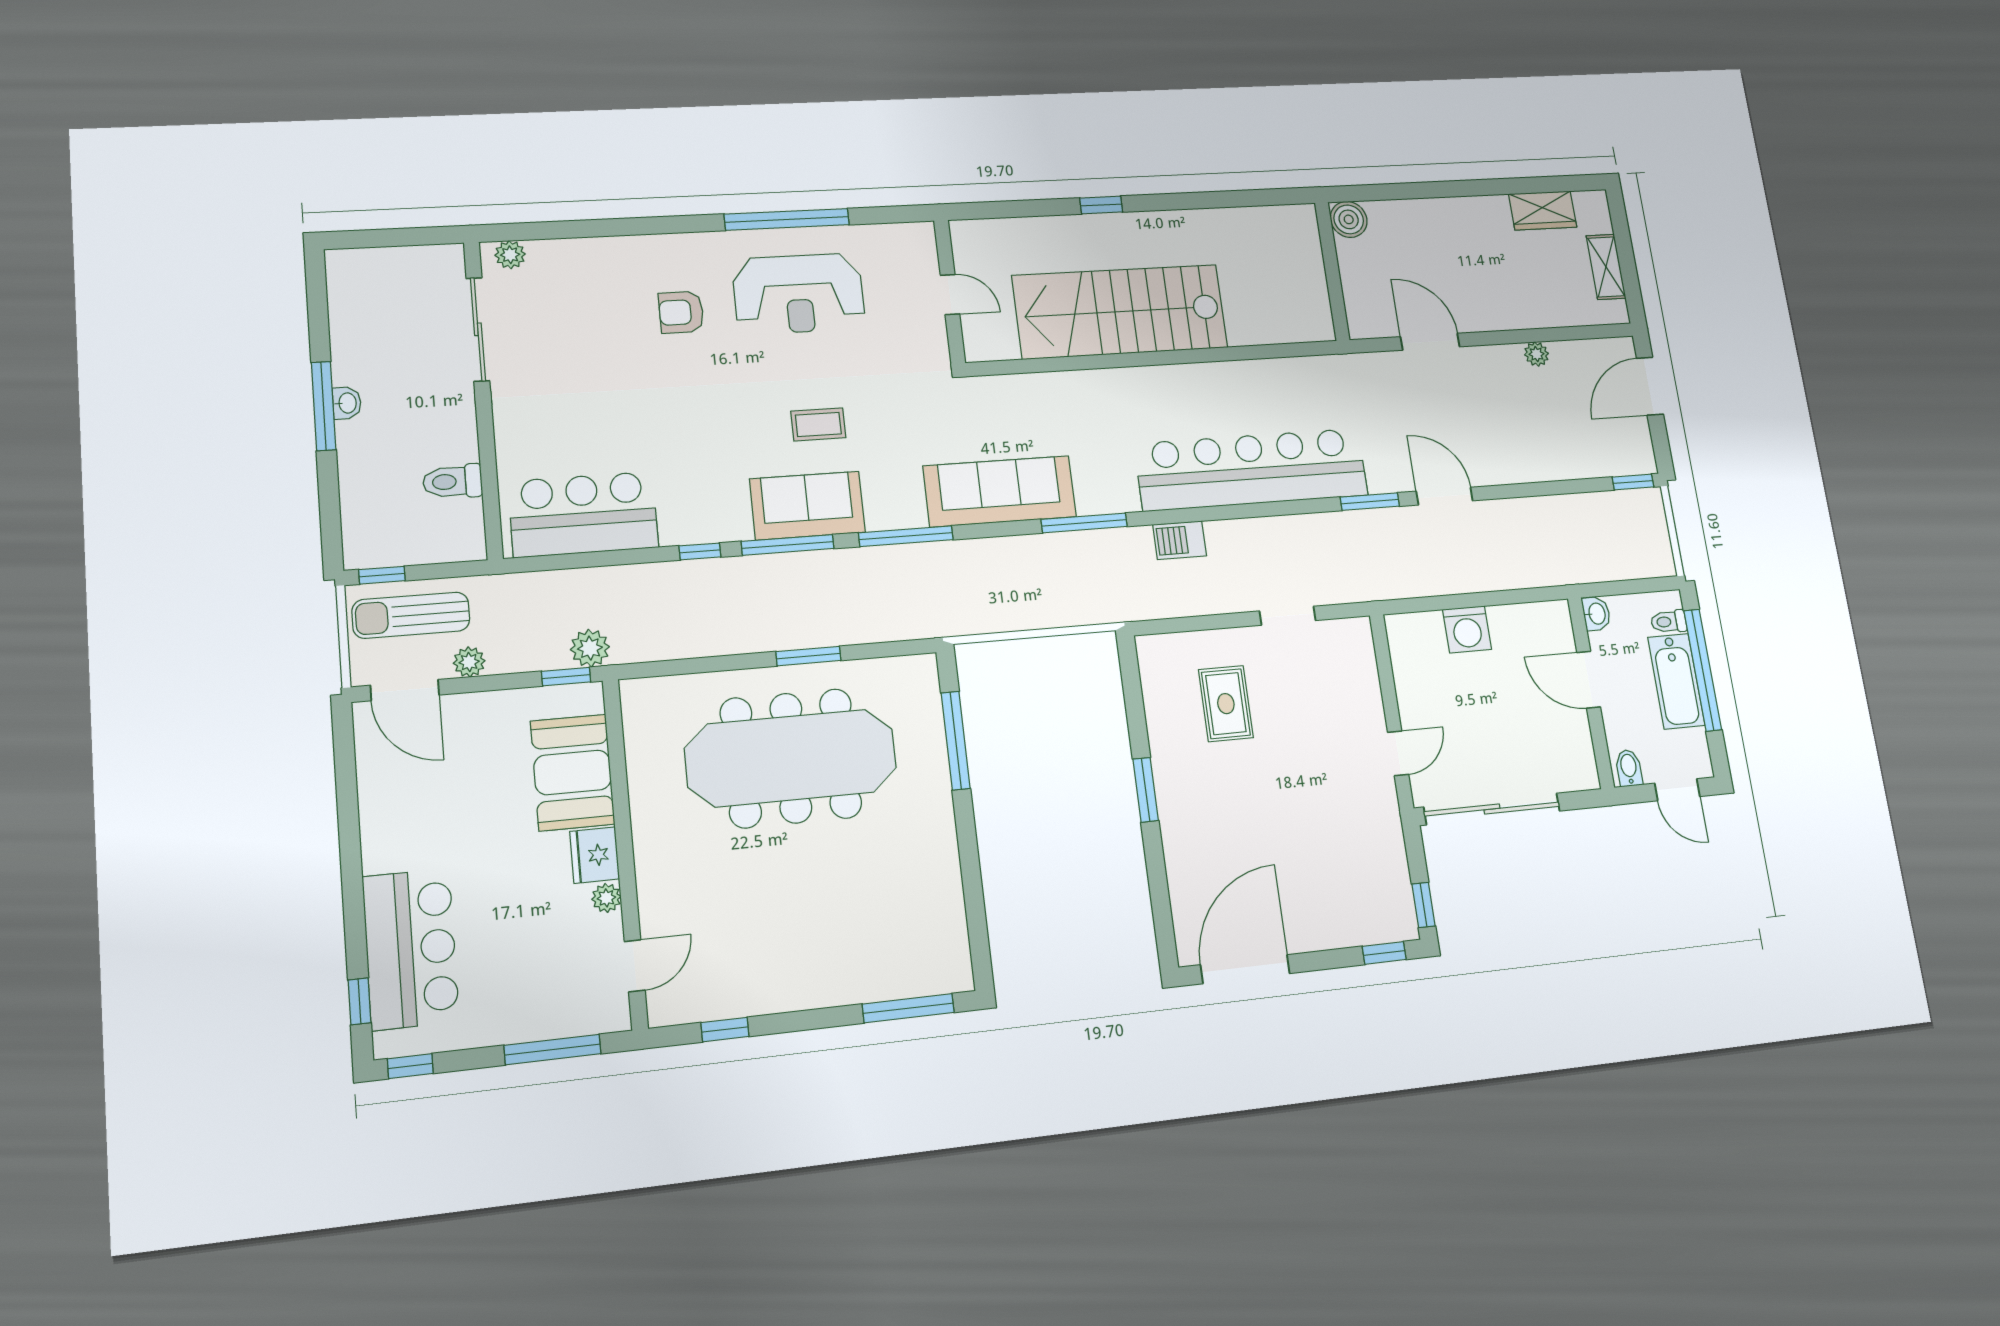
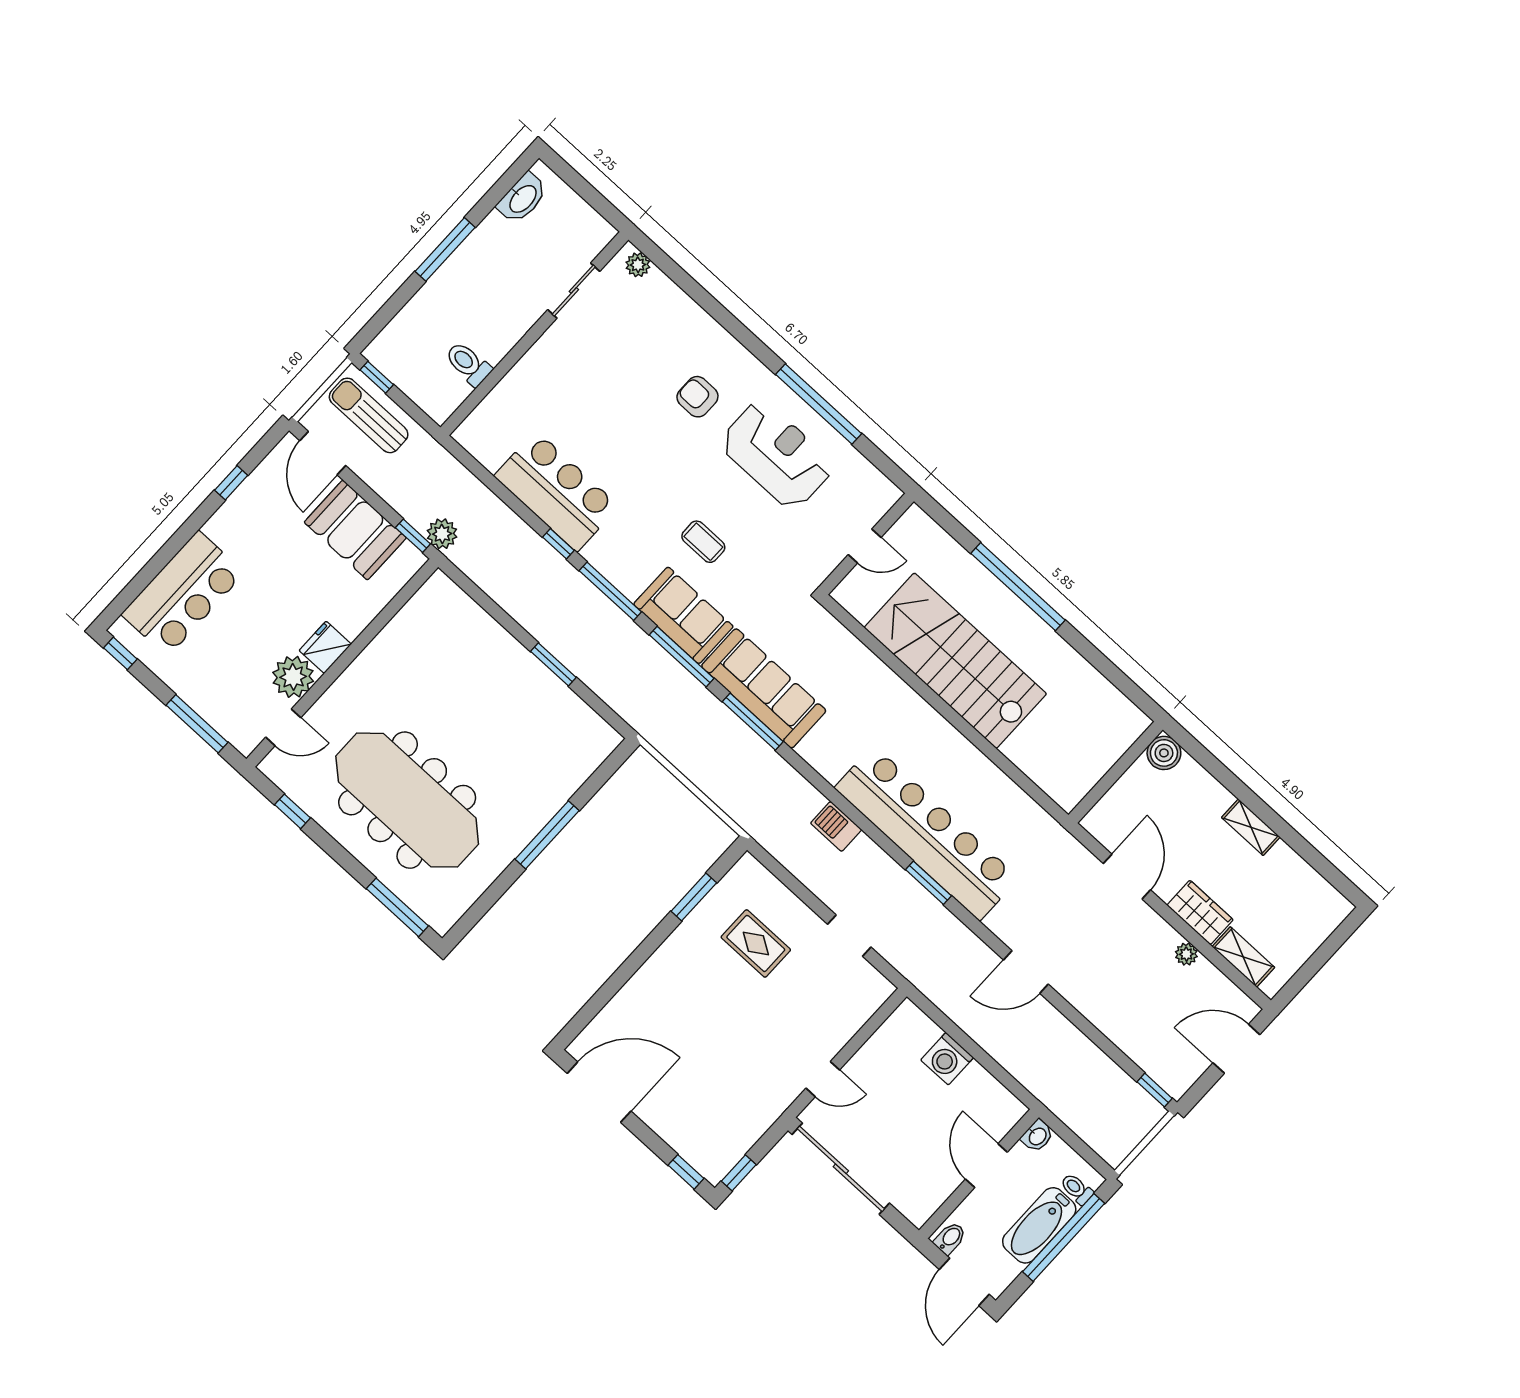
window: (1101, 205) -> (1018, 587), width x3.17
shelving: (1470, 209) -> (1251, 827), added
wardrobe: (1543, 210) -> (1200, 912), moved, turned 180
shelving: (1606, 267) -> (1243, 957), moved, turned 90
reception desk: (799, 294) -> (777, 455), turned 180
door: (950, 295) -> (865, 546), hinge flipped
sliding door: (478, 329) -> (574, 291), width x0.73
washbasin: (347, 403) -> (522, 198), moved, width x1.91, depth x1.45
door: (1445, 496) -> (1026, 972), swing flipped
window: (1370, 502) -> (928, 883), moved
sofa: (807, 506) -> (683, 615), moved
bar counter: (583, 514) -> (556, 491), moved
window: (1084, 523) -> (753, 722), moved
plant: (469, 662) -> (371, 473), removed
rug: (1226, 704) -> (756, 943), turned 90
window: (956, 740) -> (547, 835), moved
meeting table: (791, 758) -> (407, 800), moved
booth: (573, 772) -> (355, 530), moved, turned 90
window: (1146, 790) -> (694, 897), moved
door: (1677, 790) -> (964, 1282), width x1.38
plant: (606, 898) -> (293, 677), width x1.88, depth x1.88
window: (359, 1001) -> (231, 483), moved

